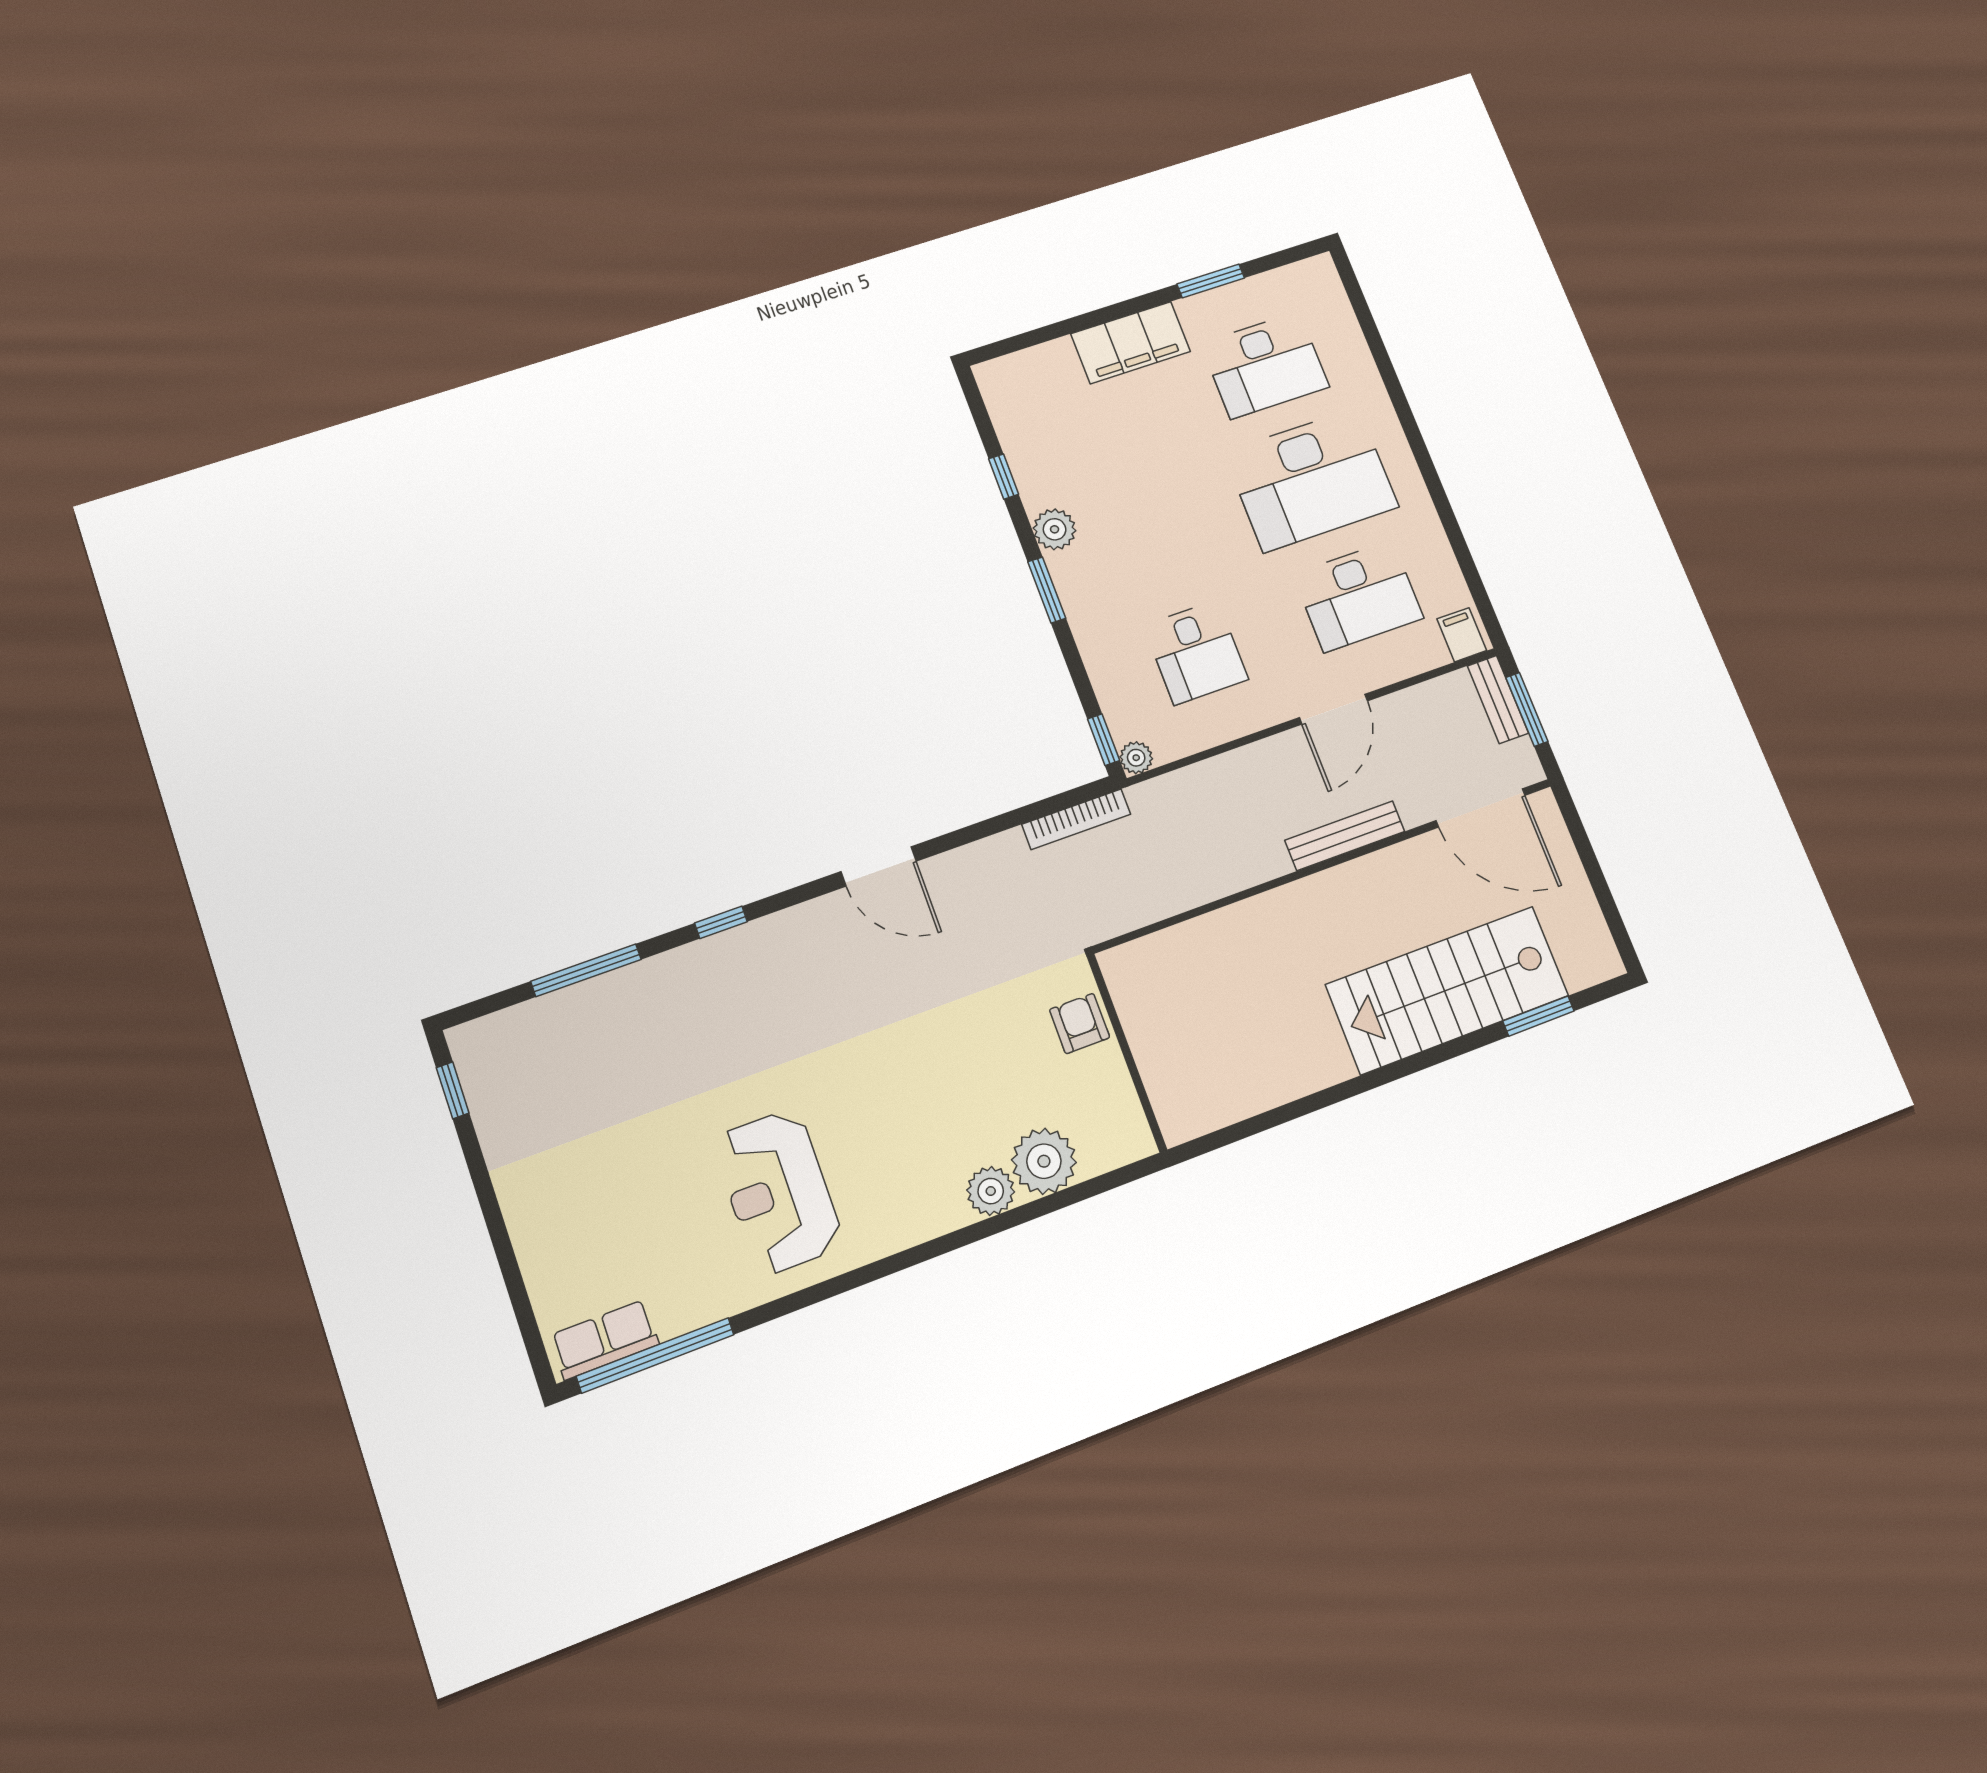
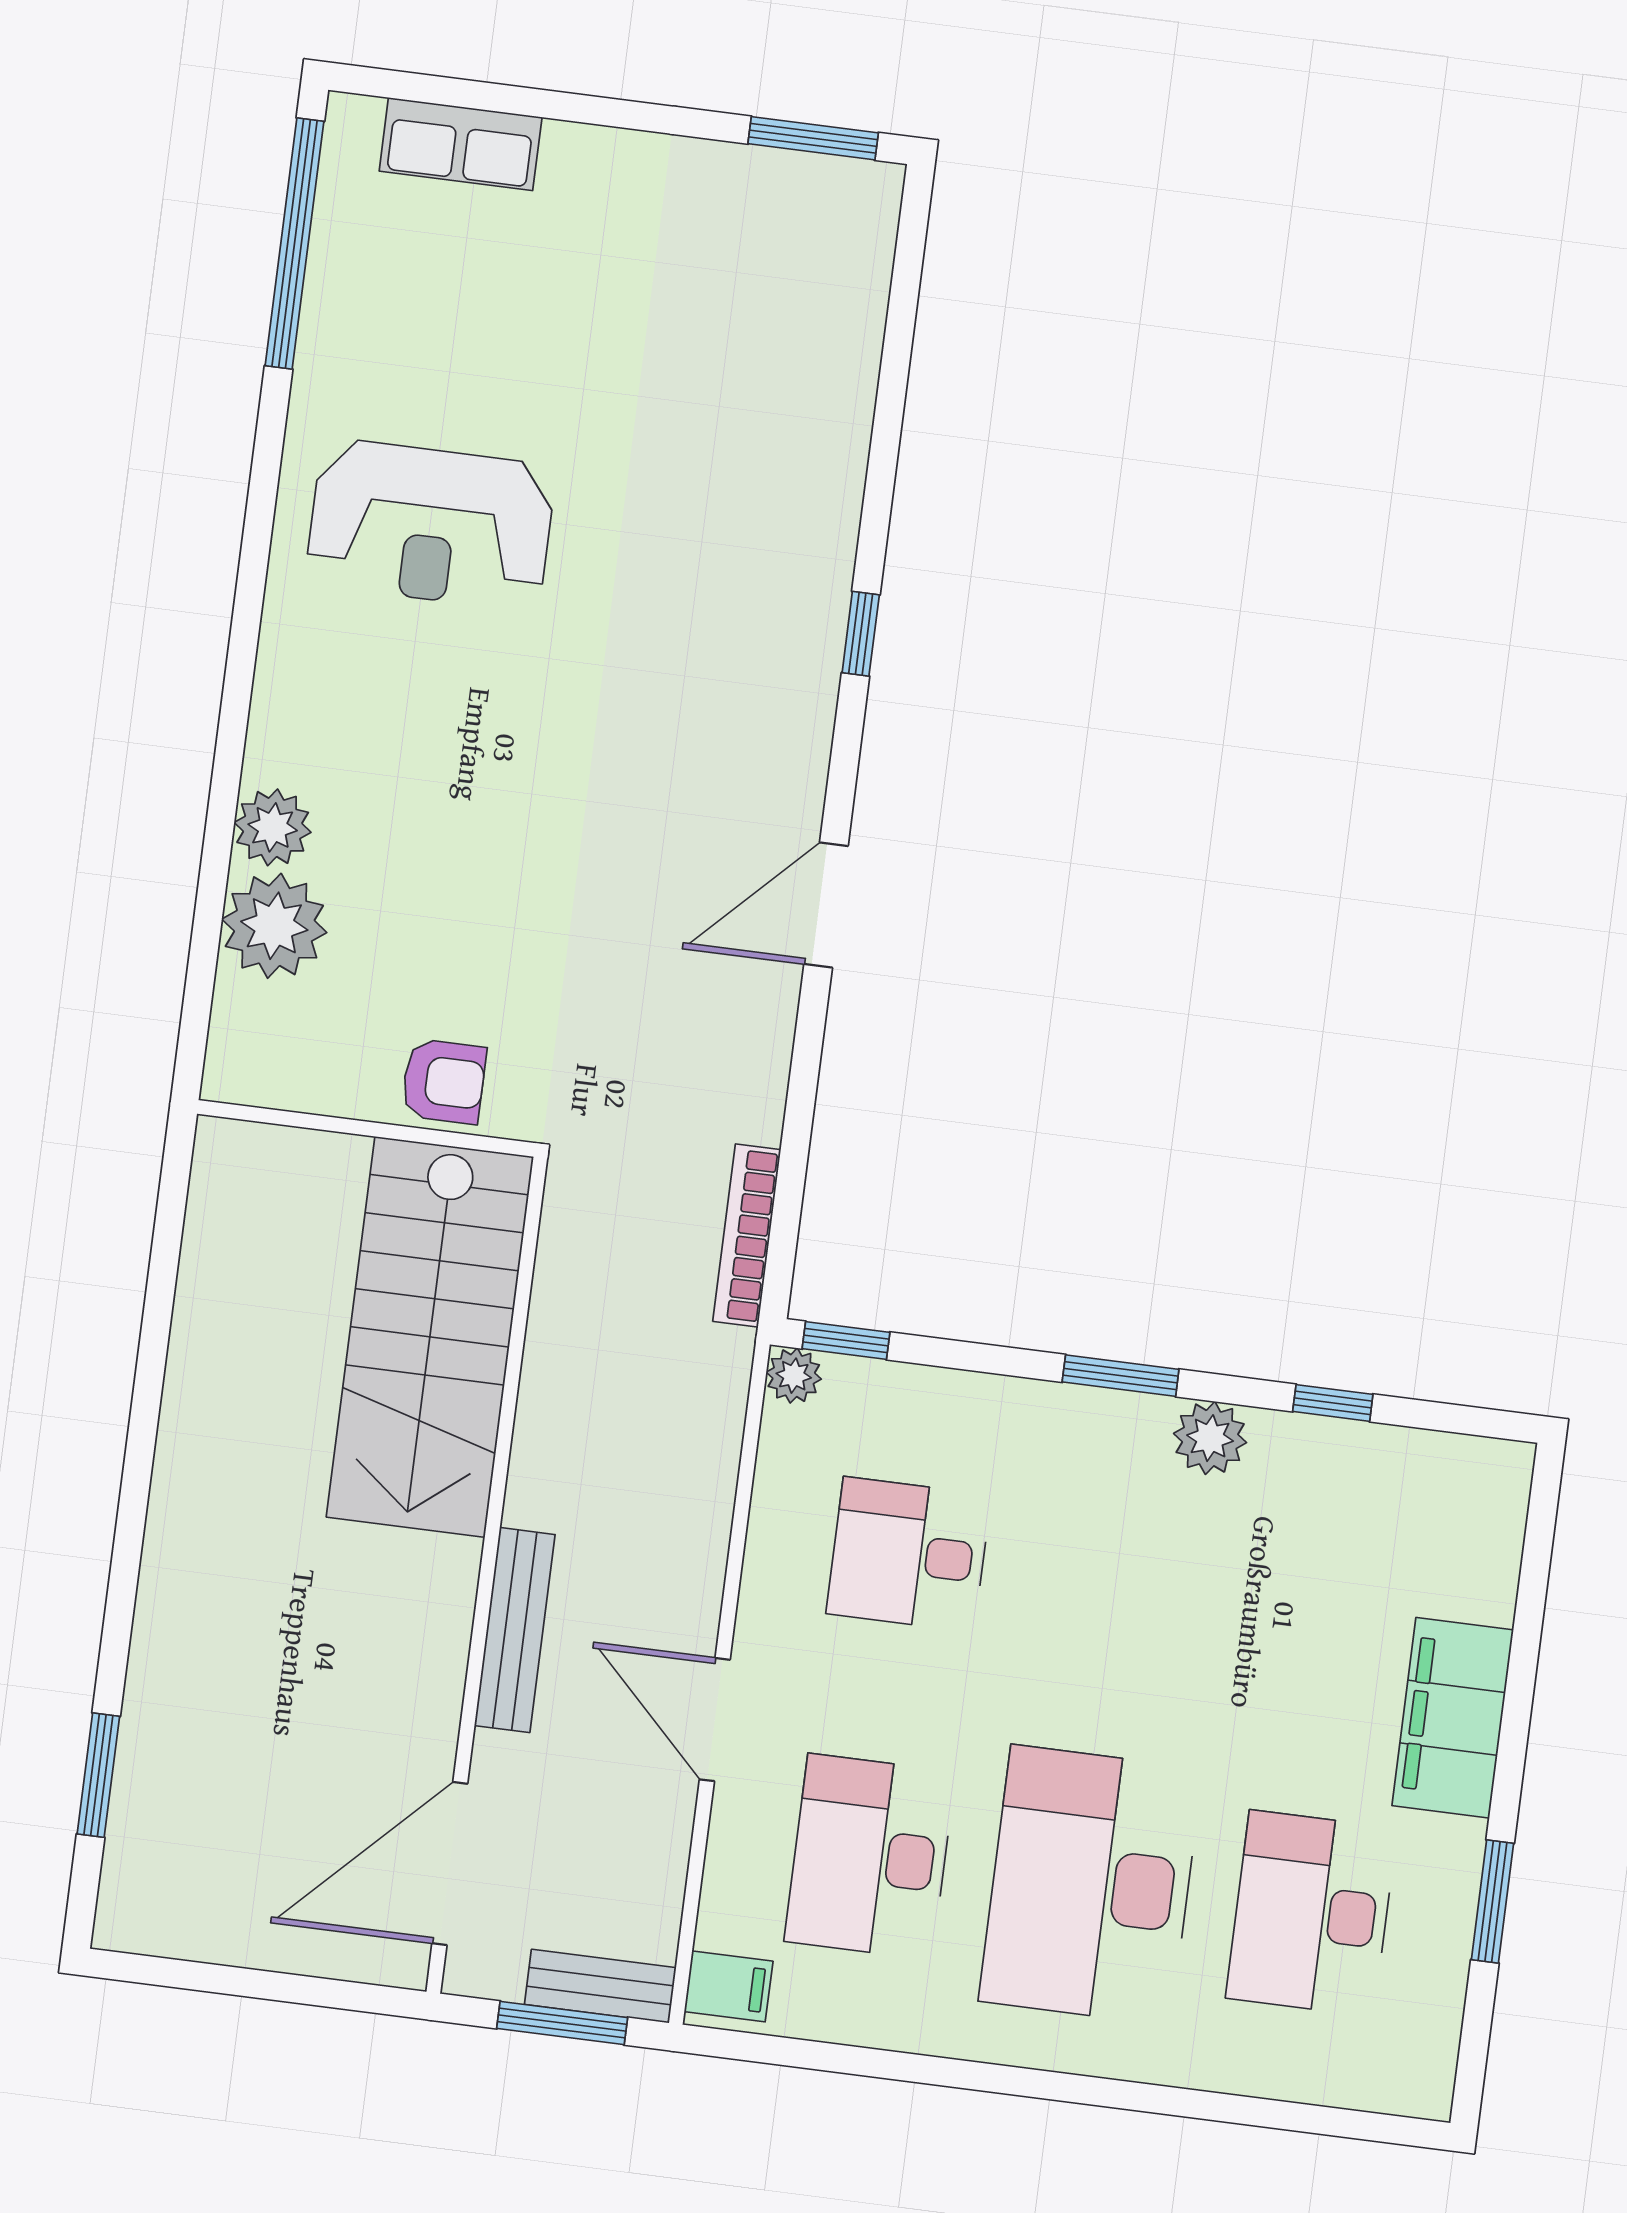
window: (586, 970) -> (890, 407), removed
stairs: (1447, 990) -> (430, 1337), moved, turned 180
window: (453, 1090) -> (813, 138), width x1.50
reception desk: (778, 1192) -> (431, 525), turned 180
row of seats: (605, 1340) -> (461, 144), moved, turned 90

